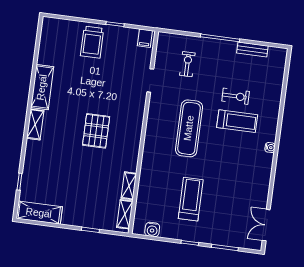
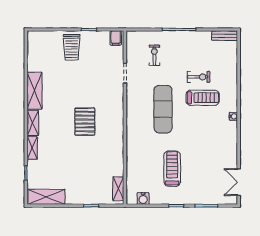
bench: (252, 49) -> (225, 36), moved
shelving: (129, 186) -> (32, 148), moved

